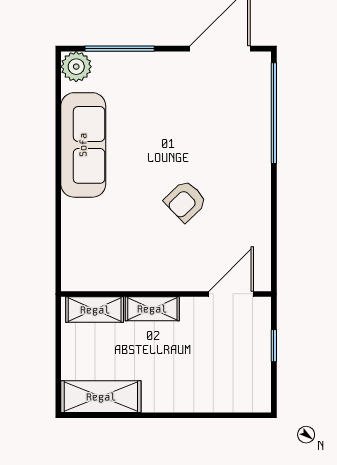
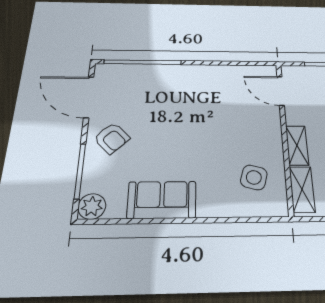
sofa: (83, 145) -> (162, 200), width x0.73
armchair: (185, 201) -> (112, 138), moved
side table: (110, 253) -> (254, 177), added

